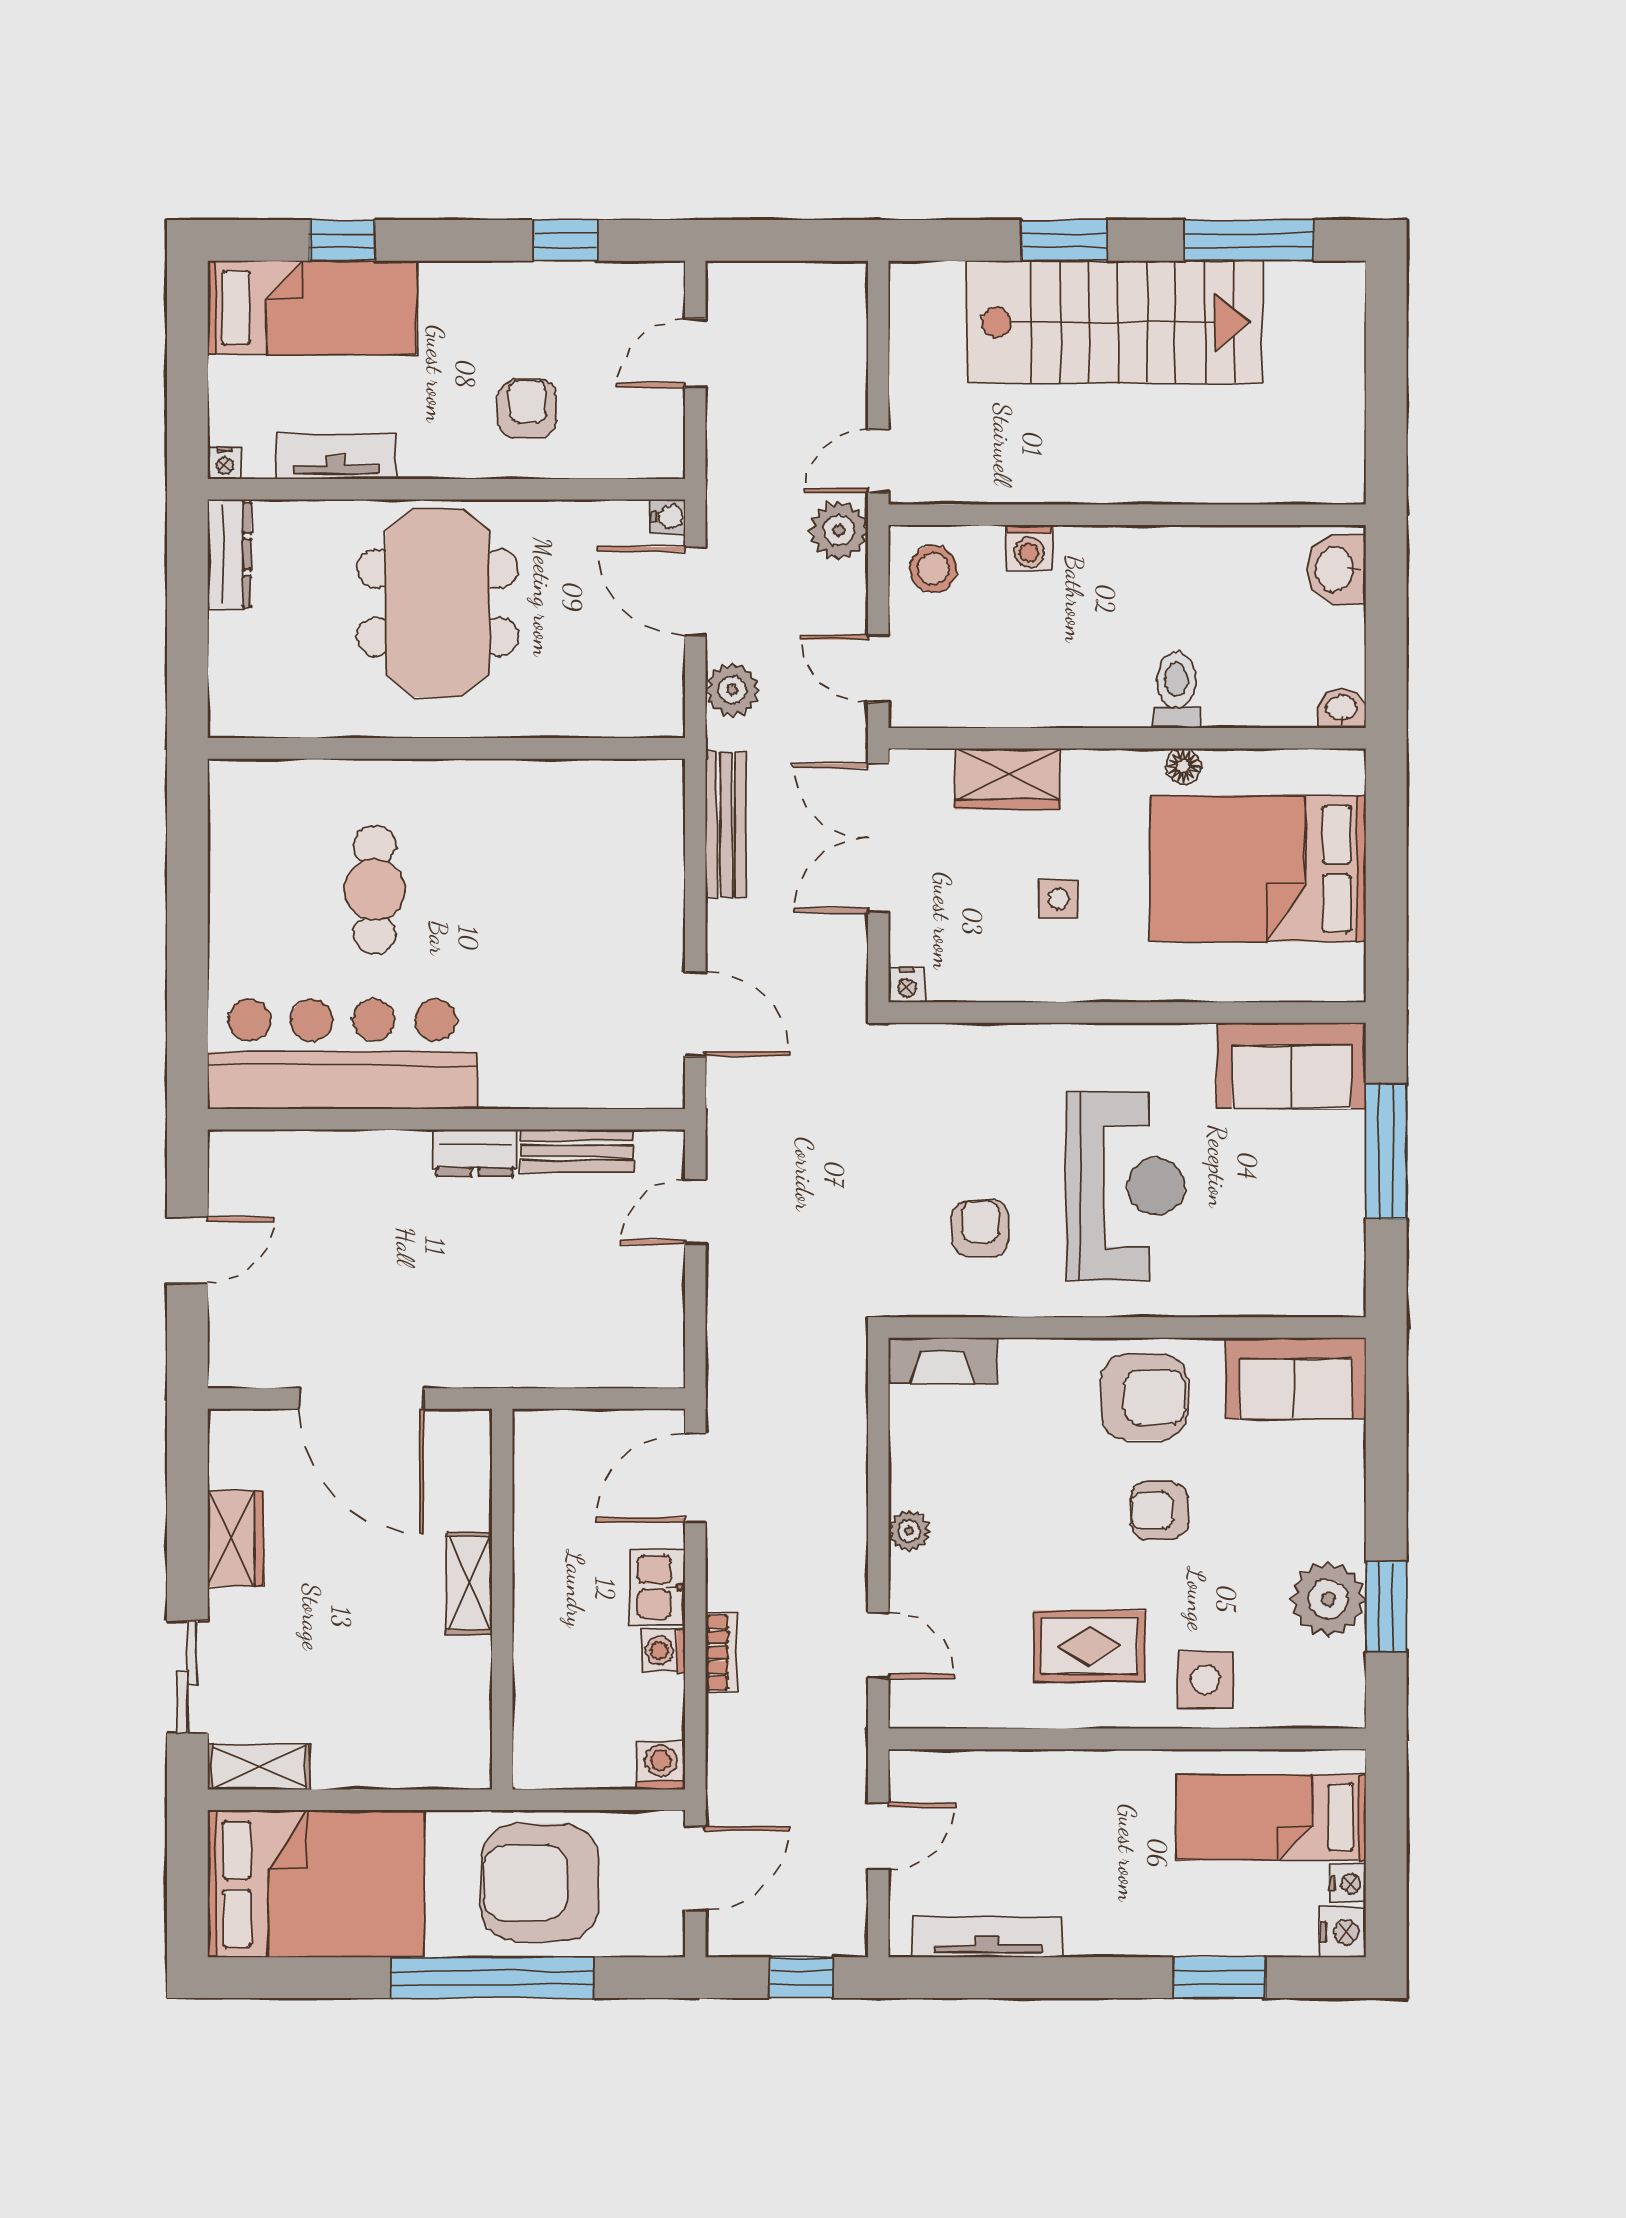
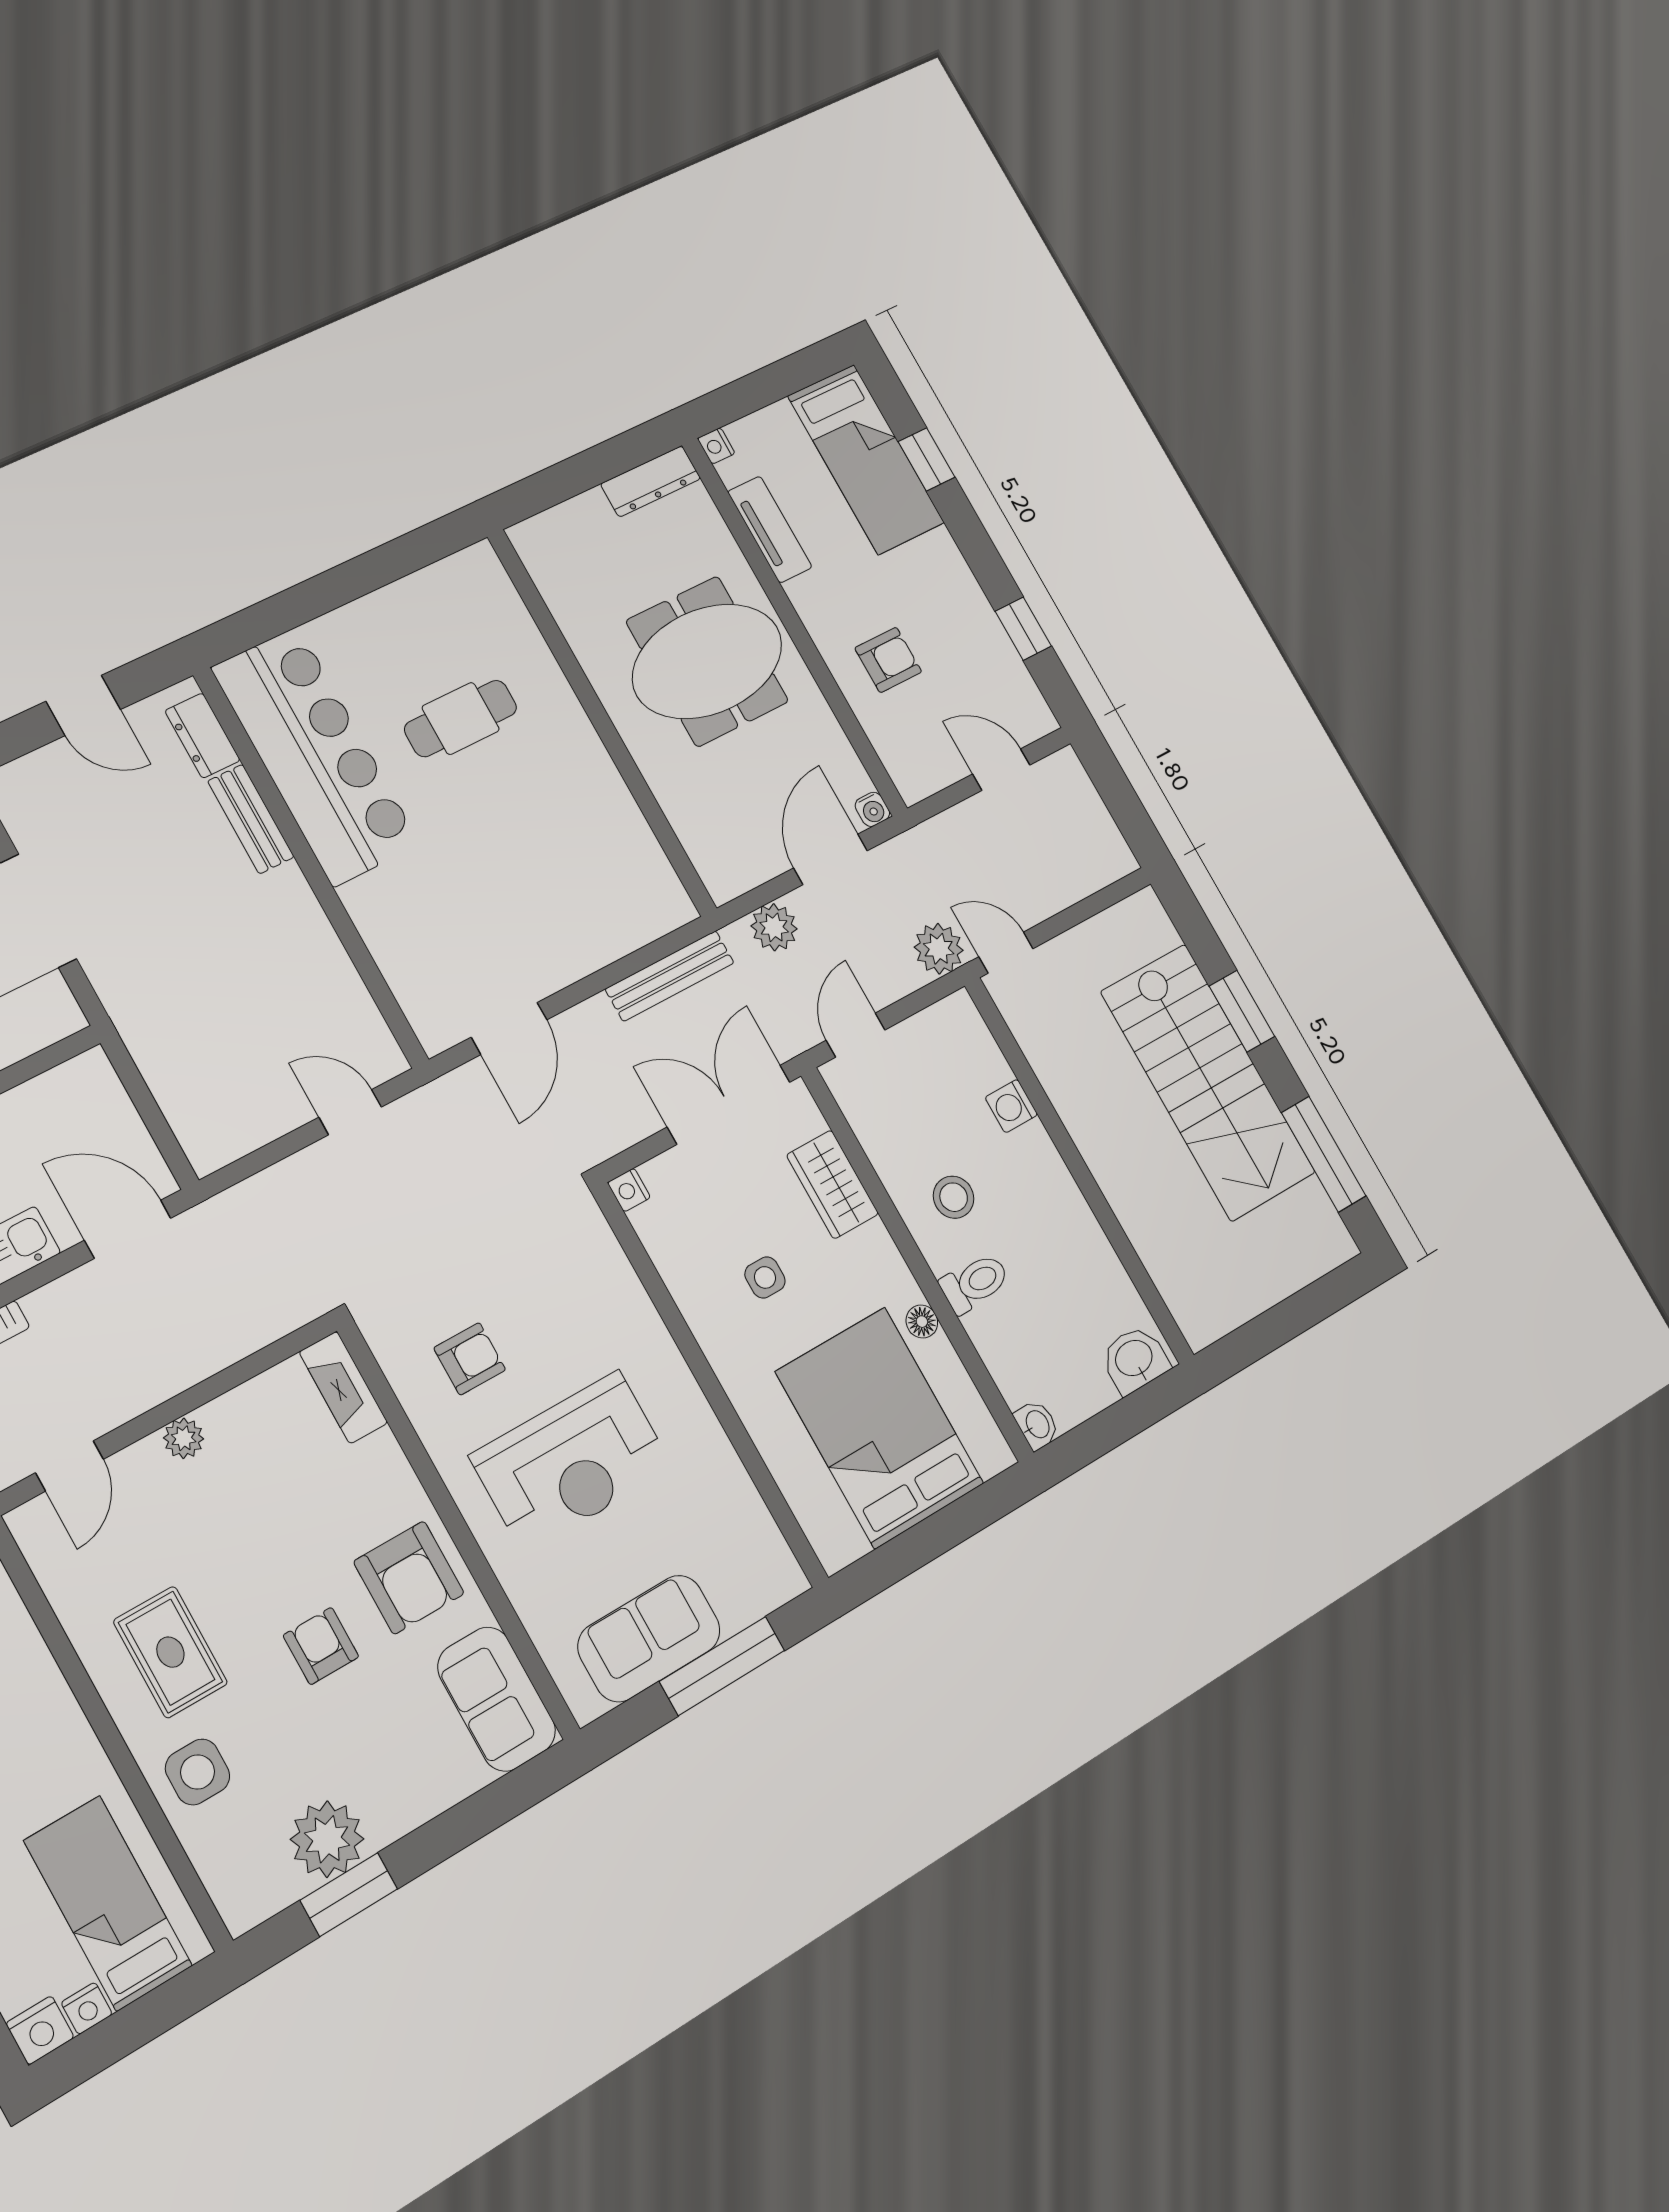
stool: (933, 569) -> (954, 1197), moved
sofa: (1291, 1066) -> (649, 1638), moved, turned 90
bench: (577, 1151) -> (251, 819), moved
dresser: (475, 1153) -> (203, 736), moved

